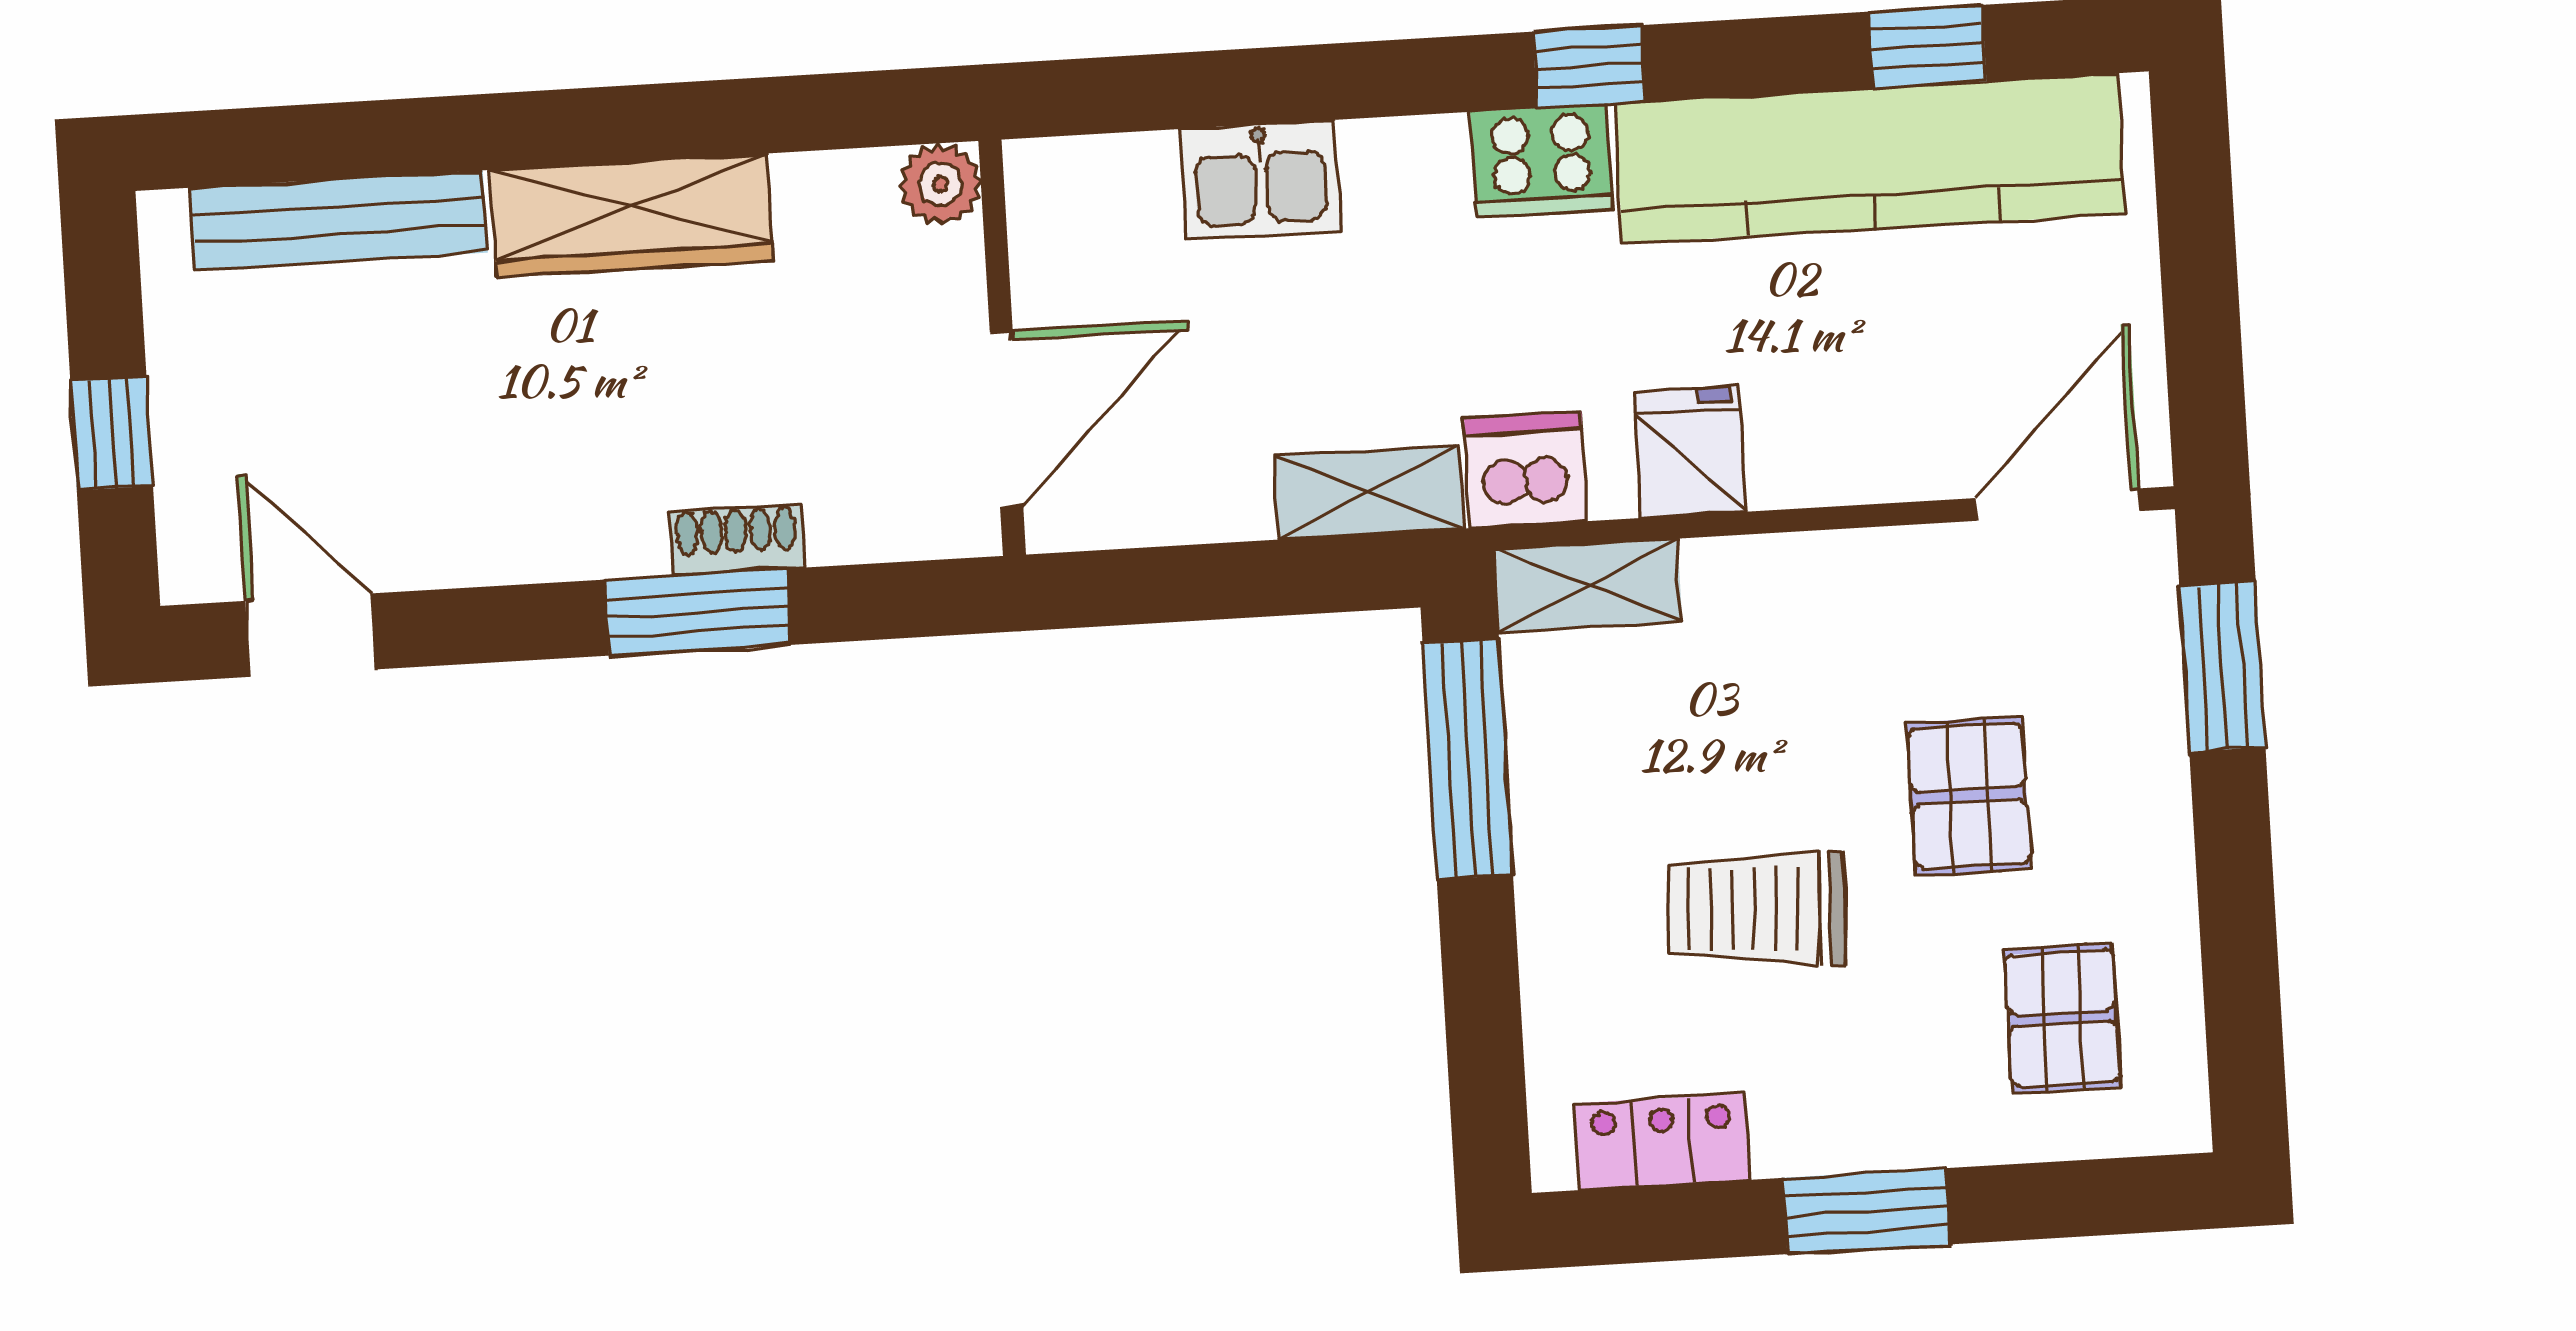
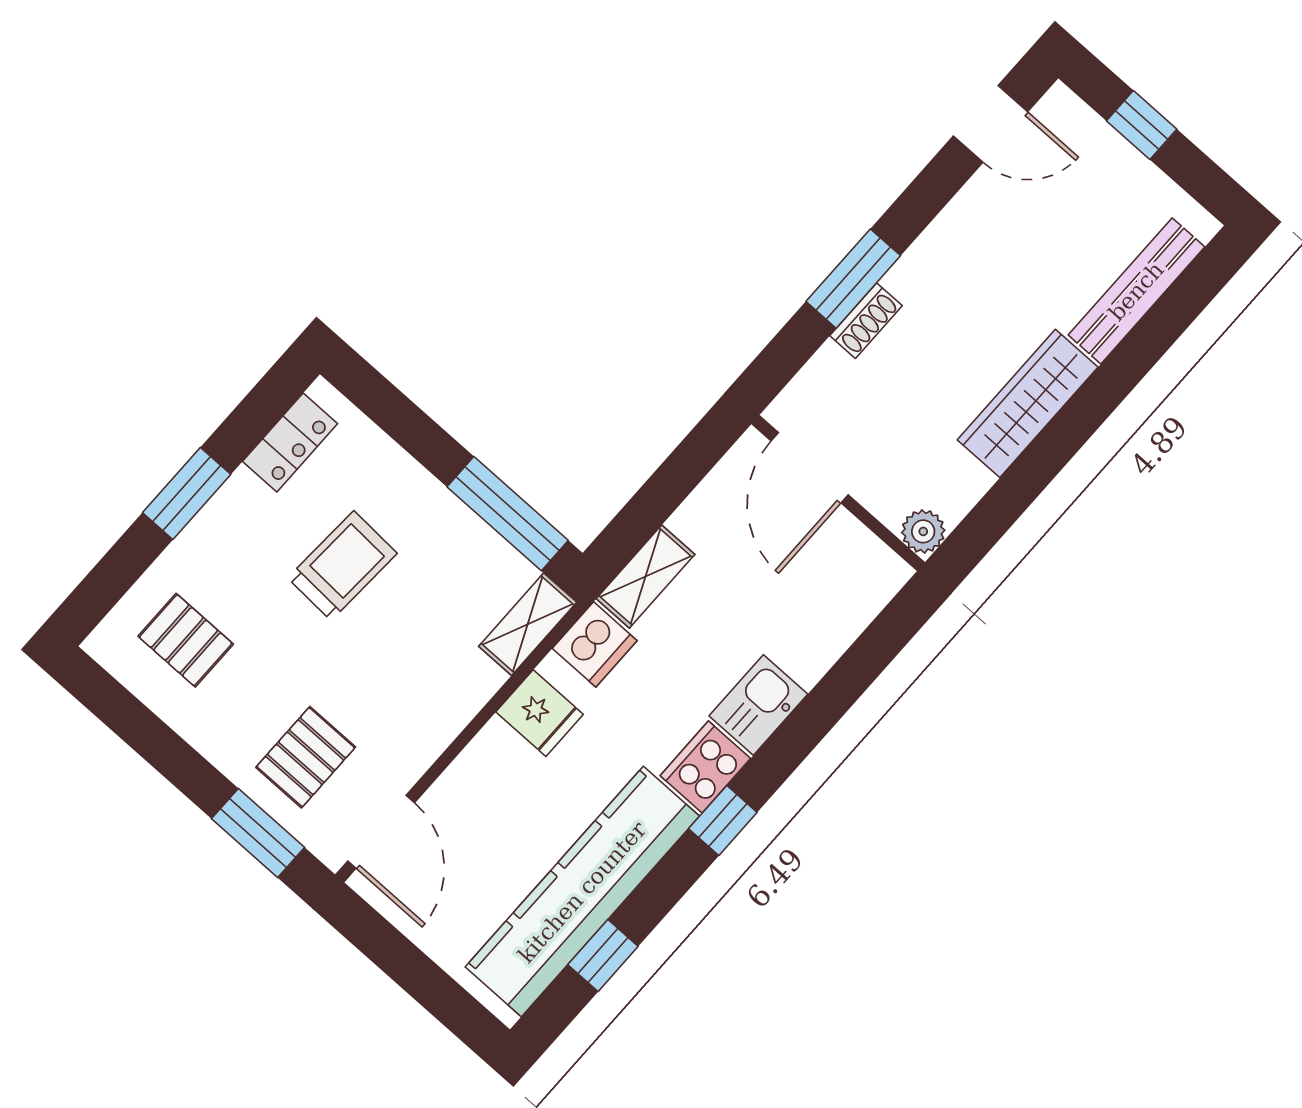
kitchen sink: (1260, 180) -> (758, 705), moved
pallet: (1969, 796) -> (306, 757), moved, turned 90

